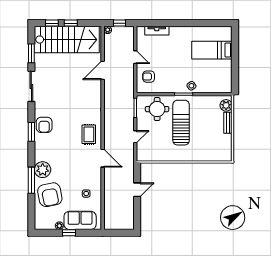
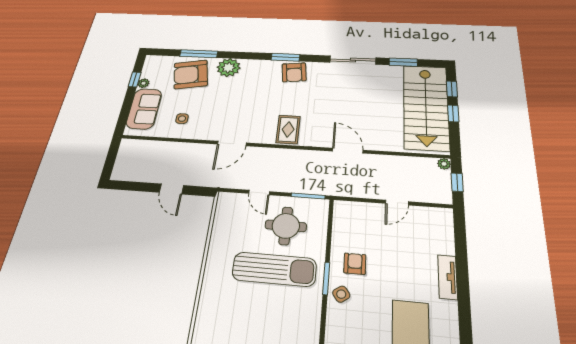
tv unit: (157, 31) -> (448, 277), moved
door: (103, 70) -> (348, 151), moved
armchair: (149, 77) -> (355, 264), moved
round table: (157, 109) -> (286, 226), moved
armchair: (44, 125) -> (294, 72), turned -97
rug: (89, 134) -> (288, 129), moved, turned 90
window: (31, 180) -> (199, 54), moved
window: (69, 233) -> (135, 79), moved

